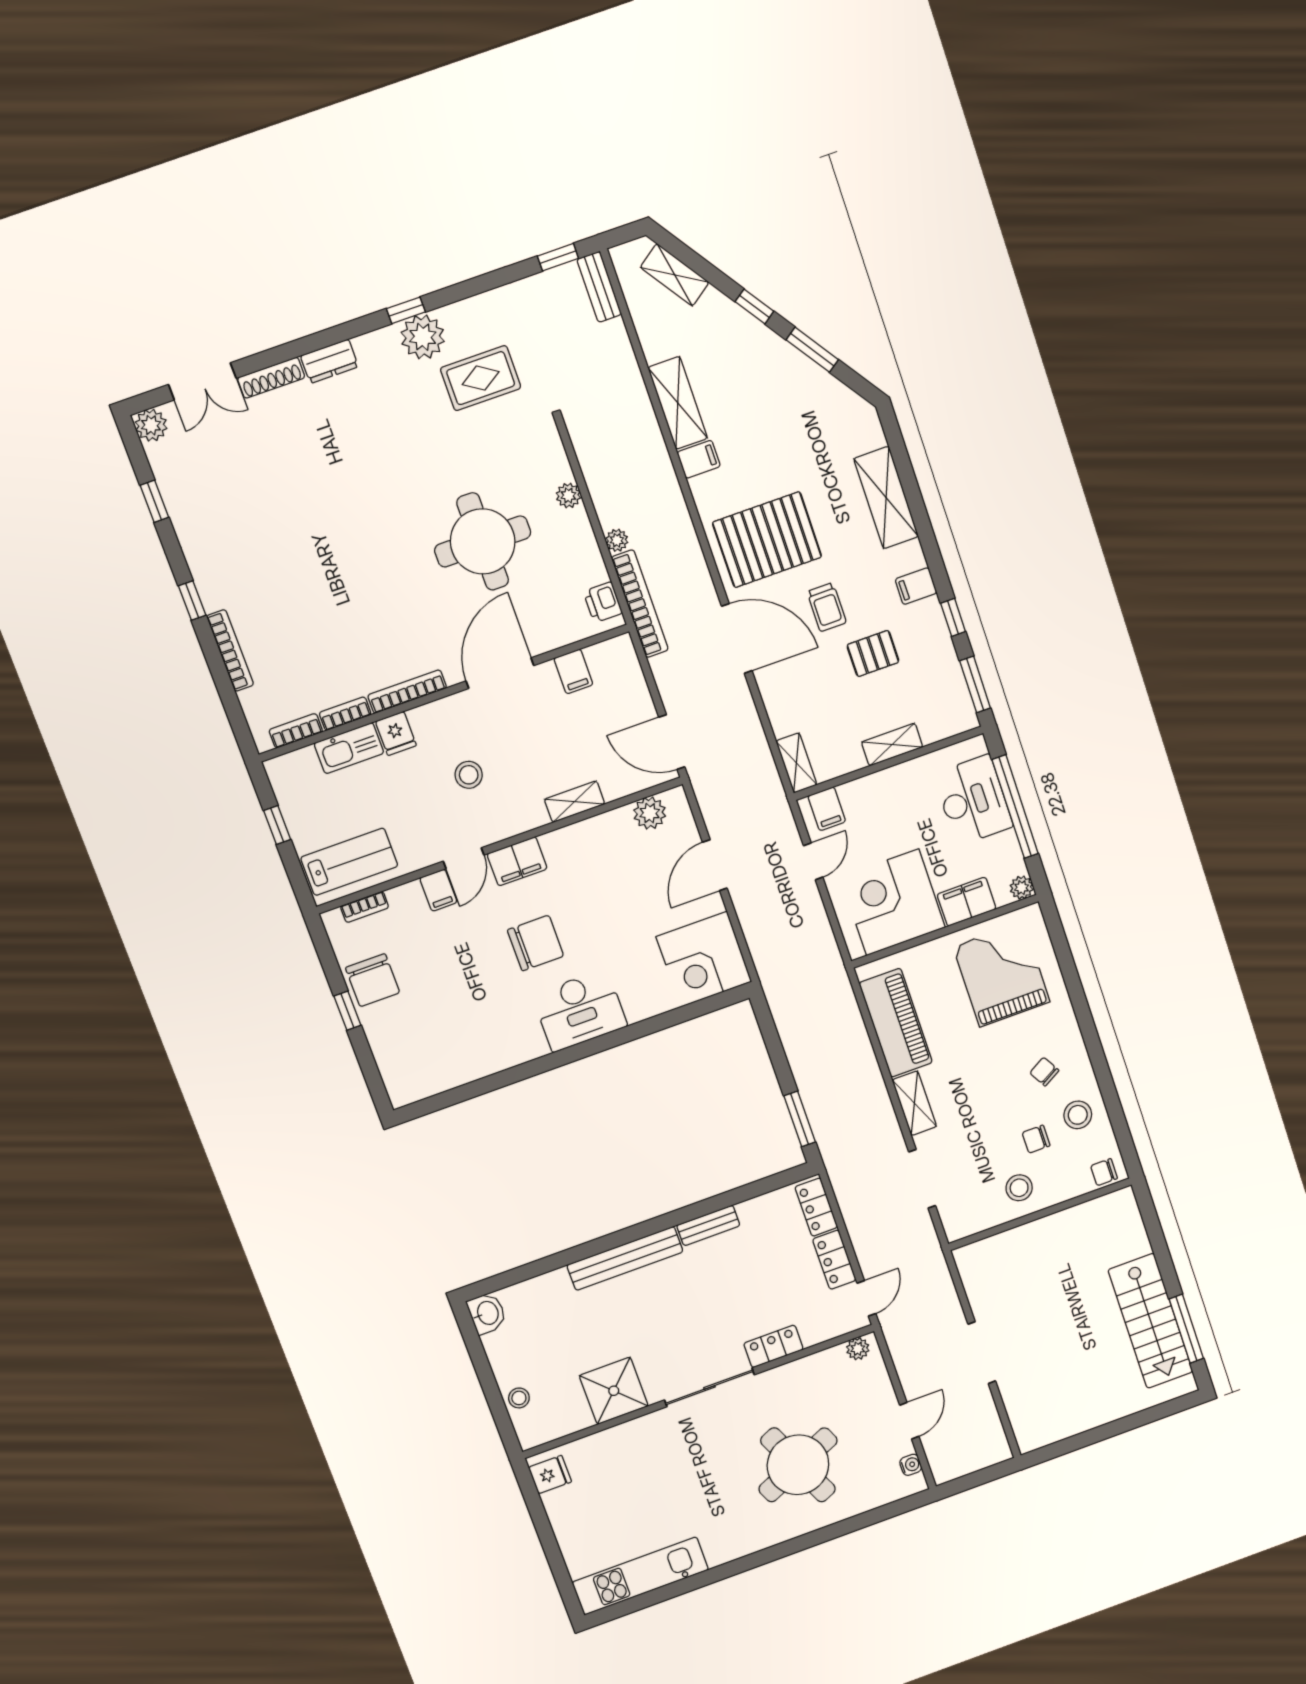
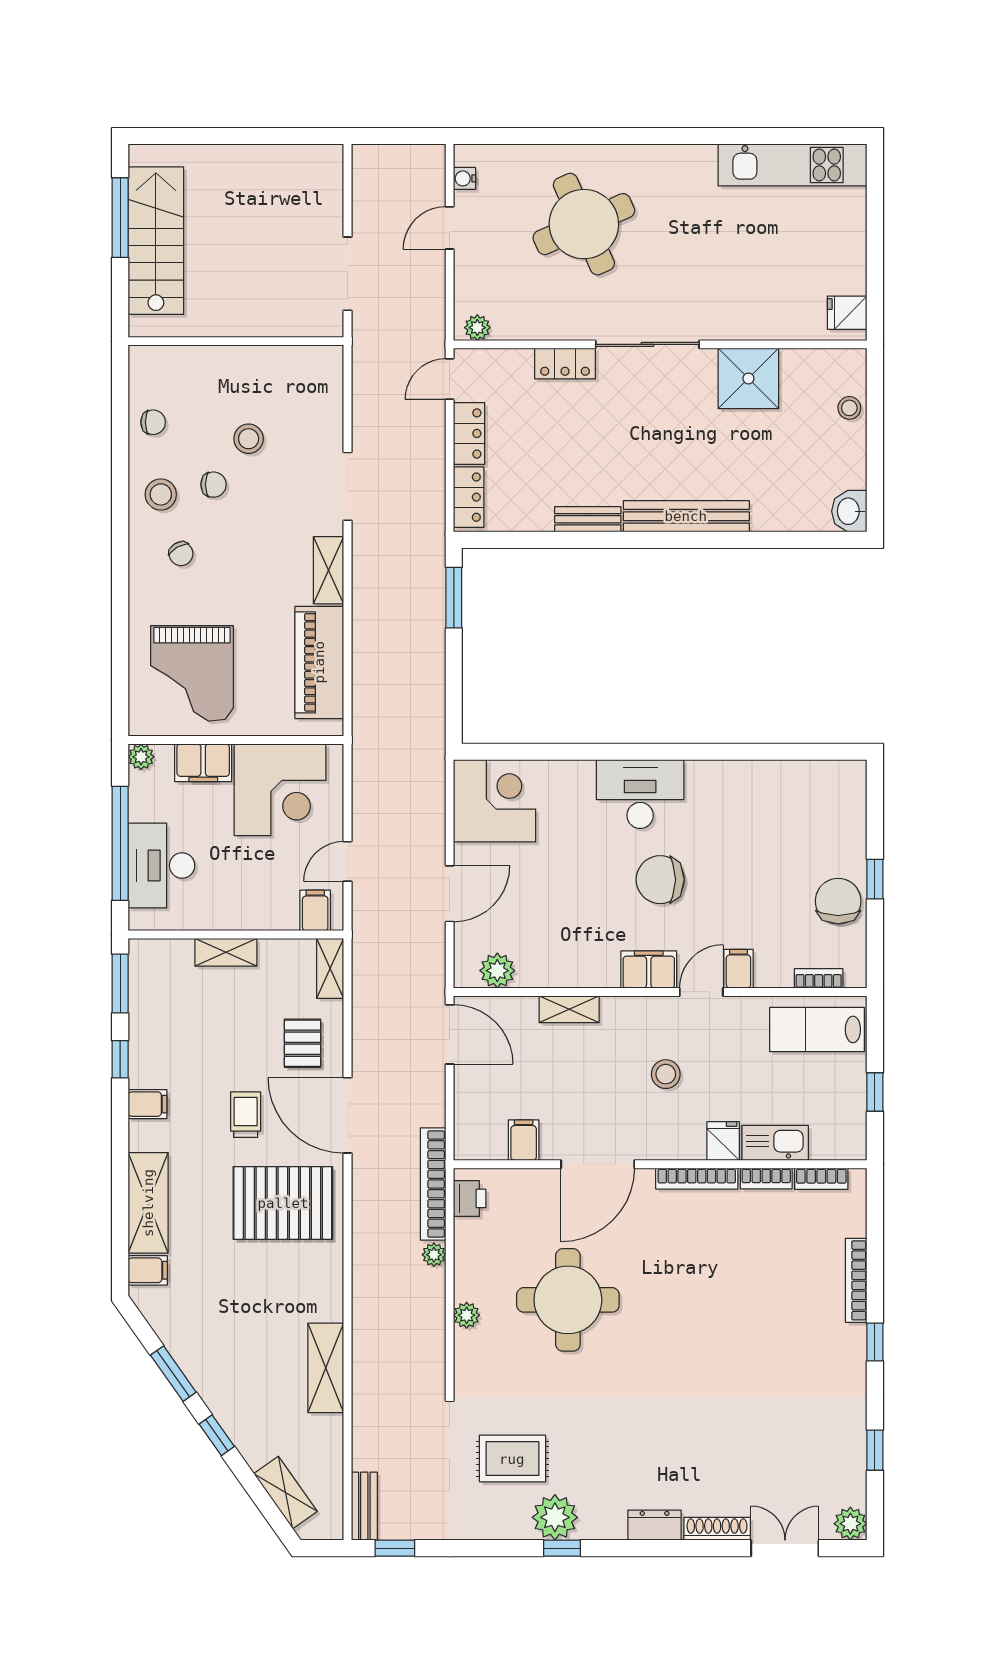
filing cabinet: (699, 459) -> (148, 1270), moved, turned 180
pallet: (873, 653) -> (303, 1043), moved, turned 90
wall: (1040, 1214) -> (236, 341), moved

